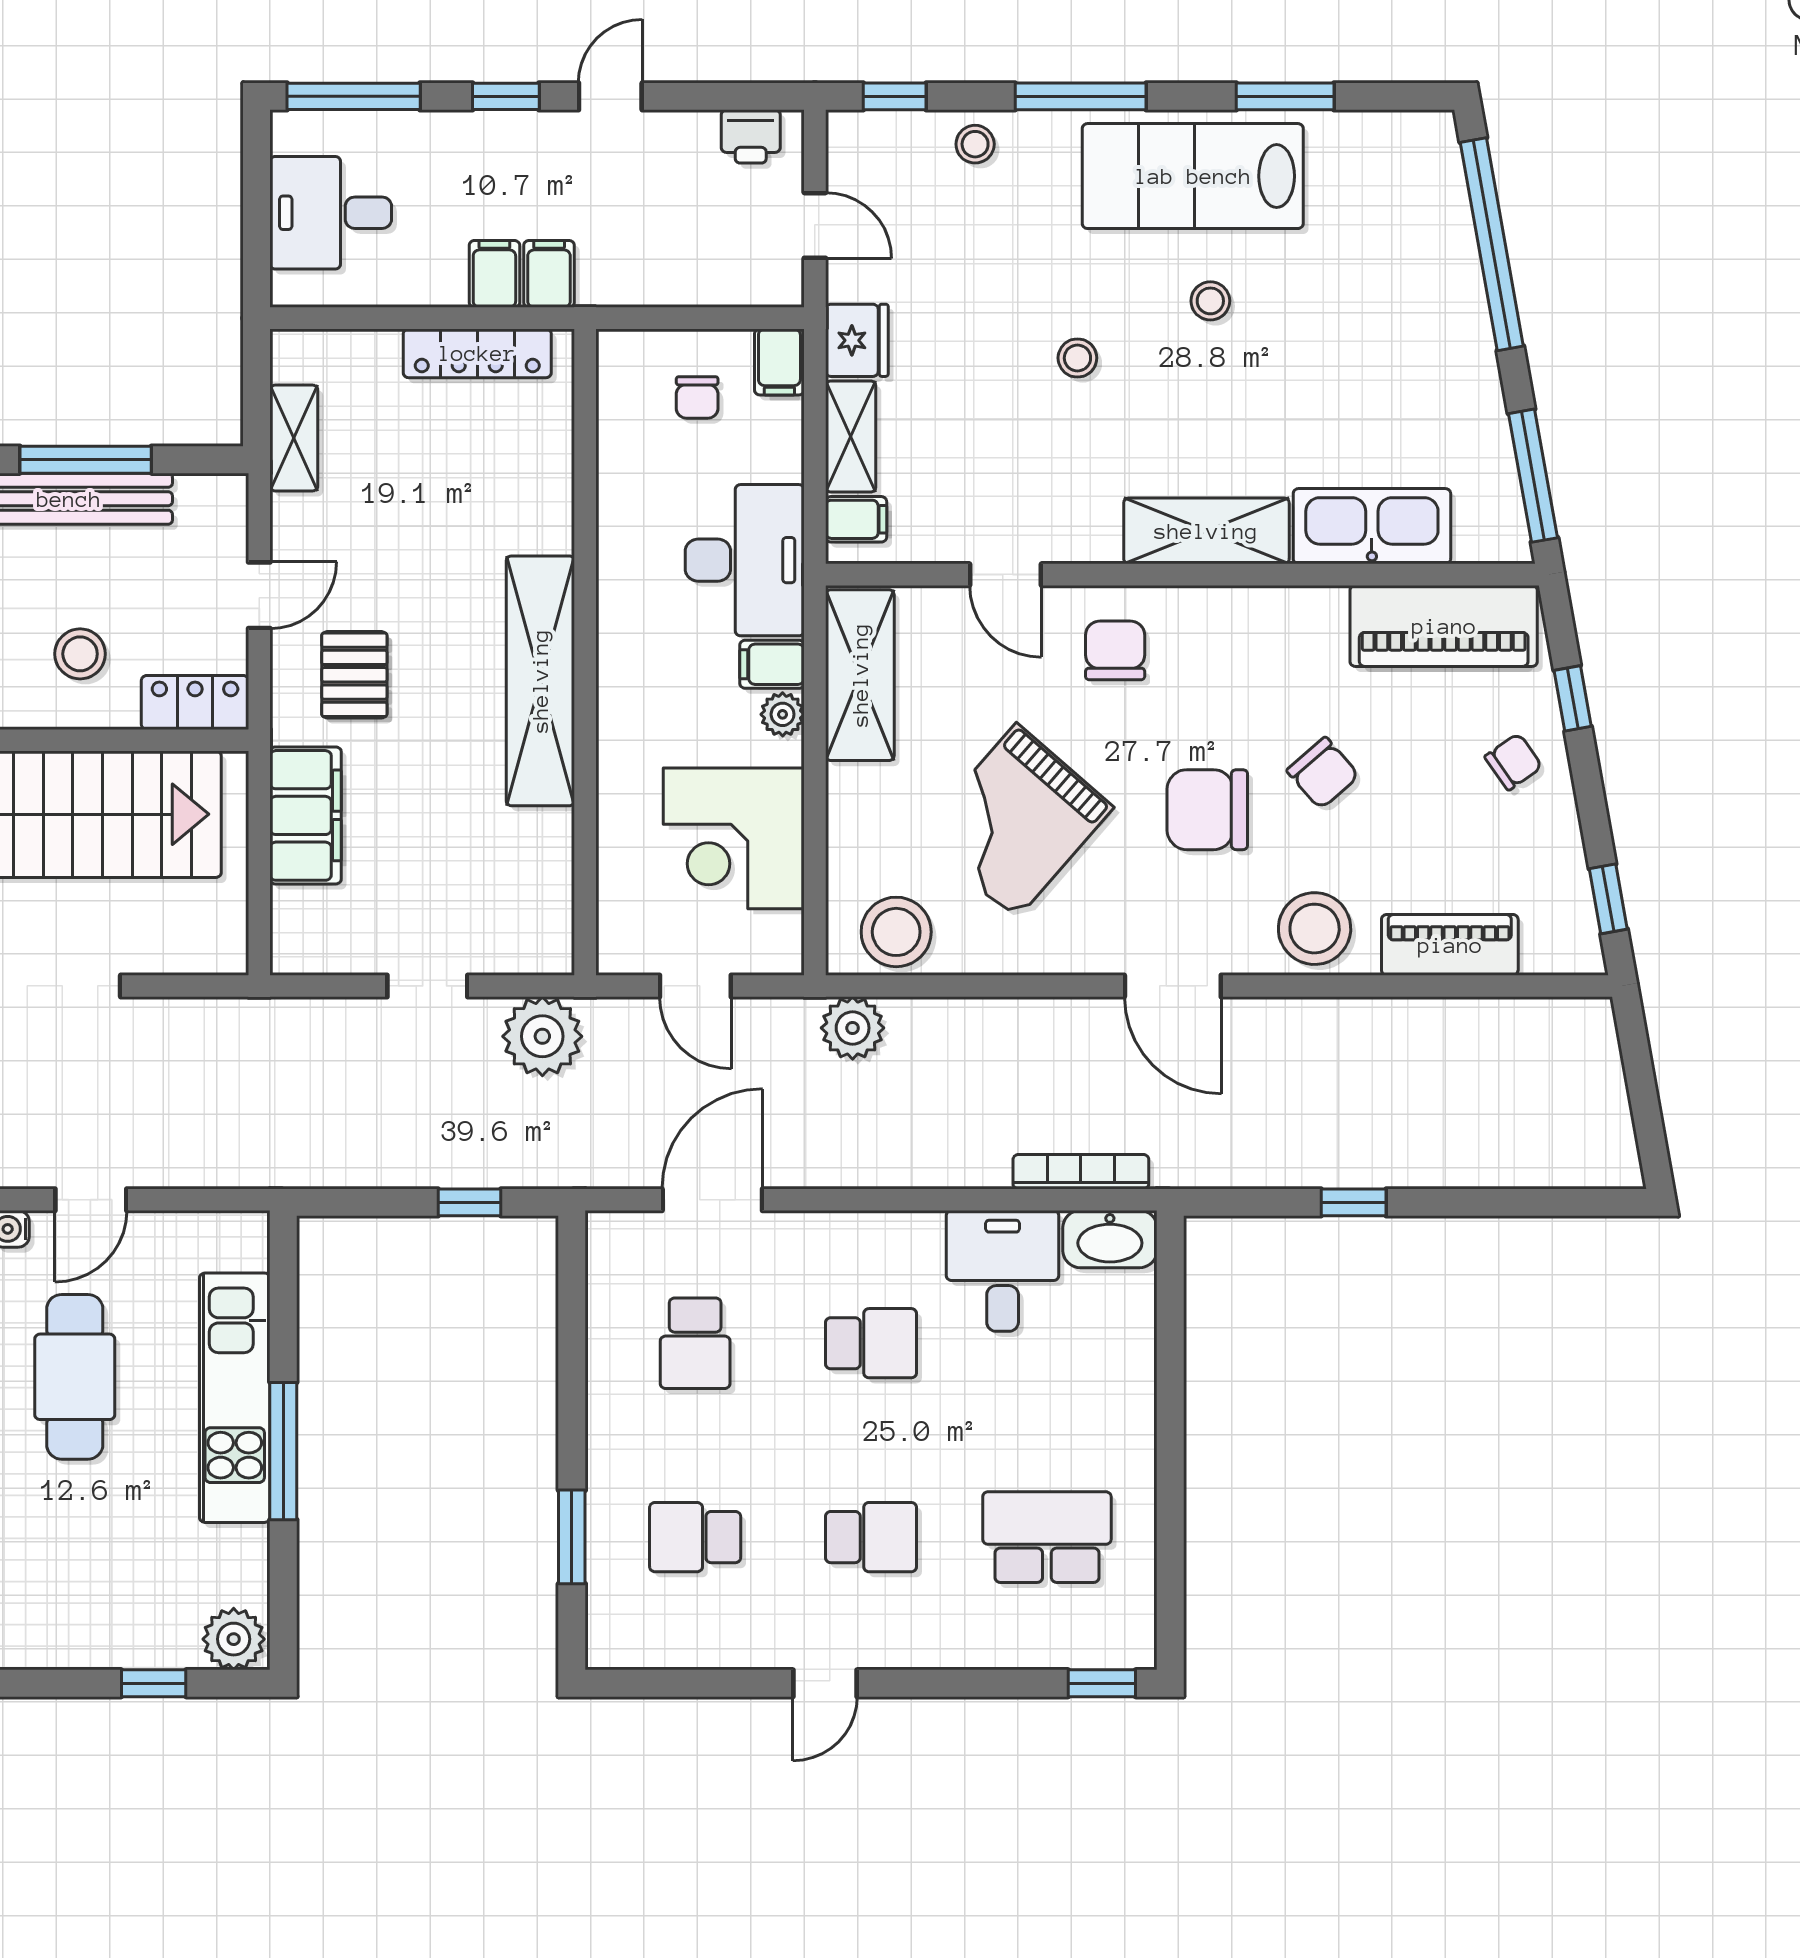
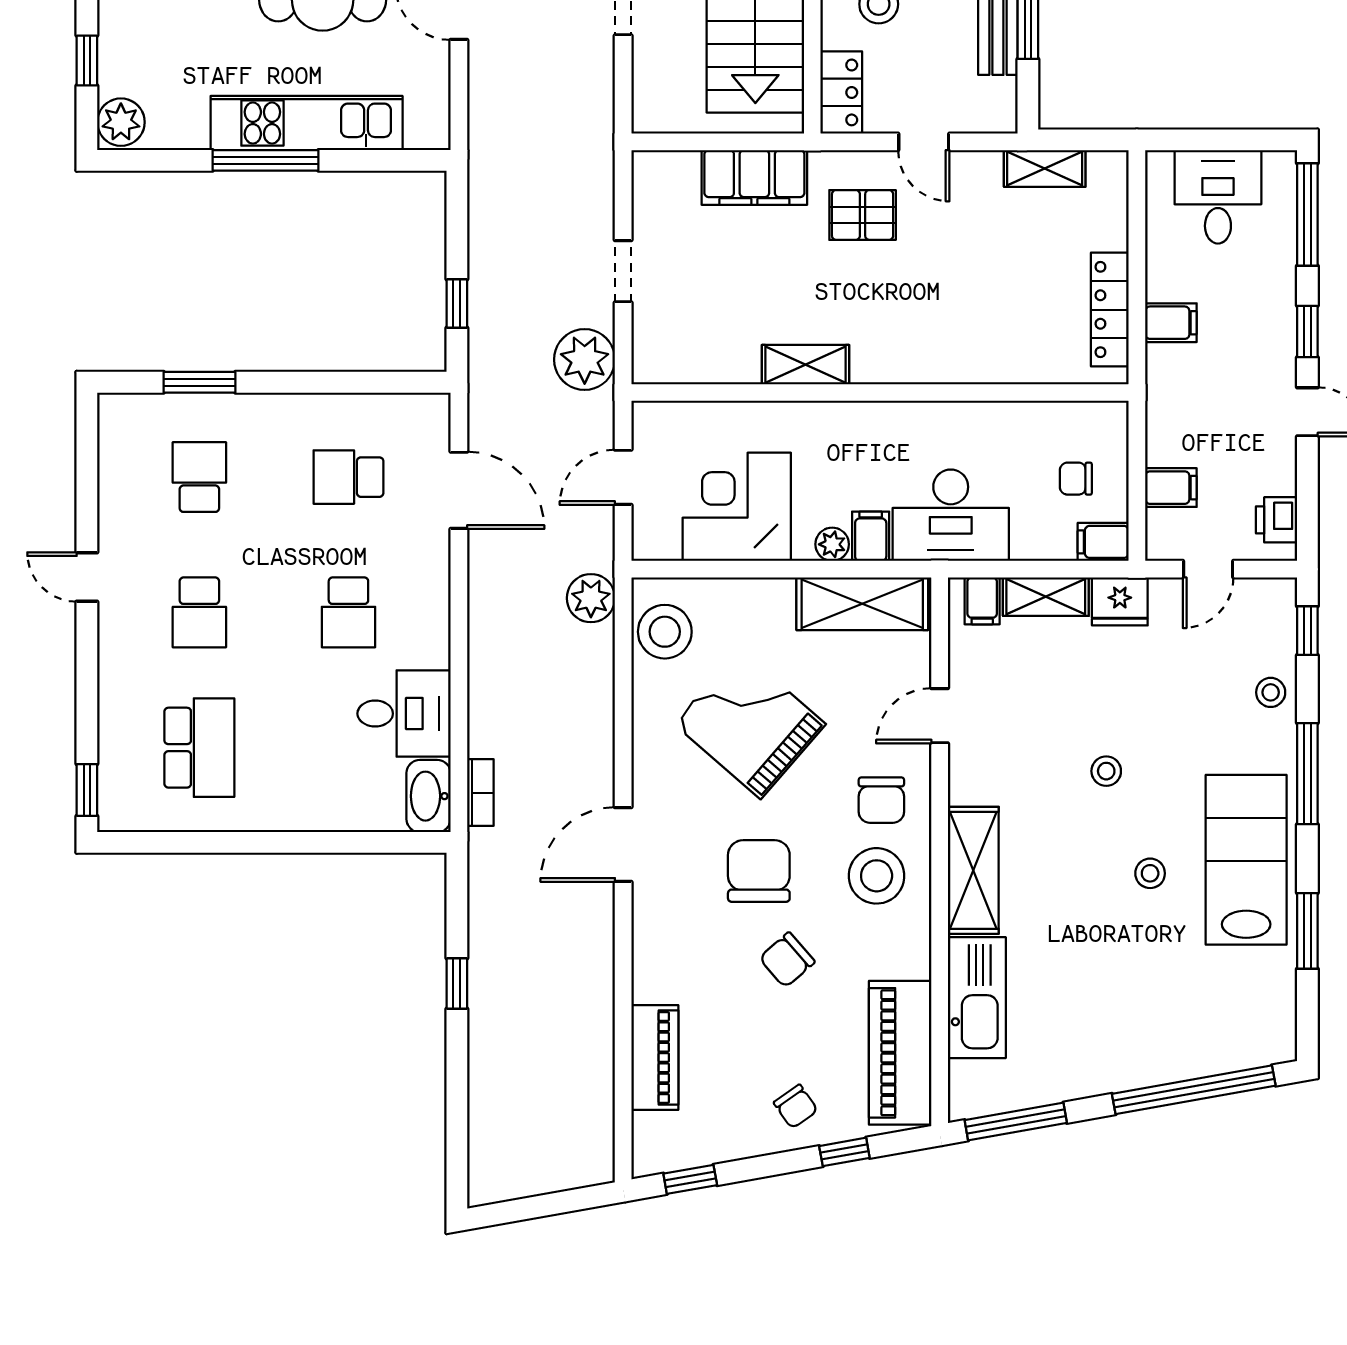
filing cabinet: (549, 274) -> (1171, 488), moved
chair: (1115, 650) -> (881, 800), turned 90
shelving: (540, 681) -> (805, 365), width x0.45, depth x0.75
stool: (1315, 929) -> (877, 876), moved
bookcase: (1081, 1172) -> (480, 793), width x0.64

